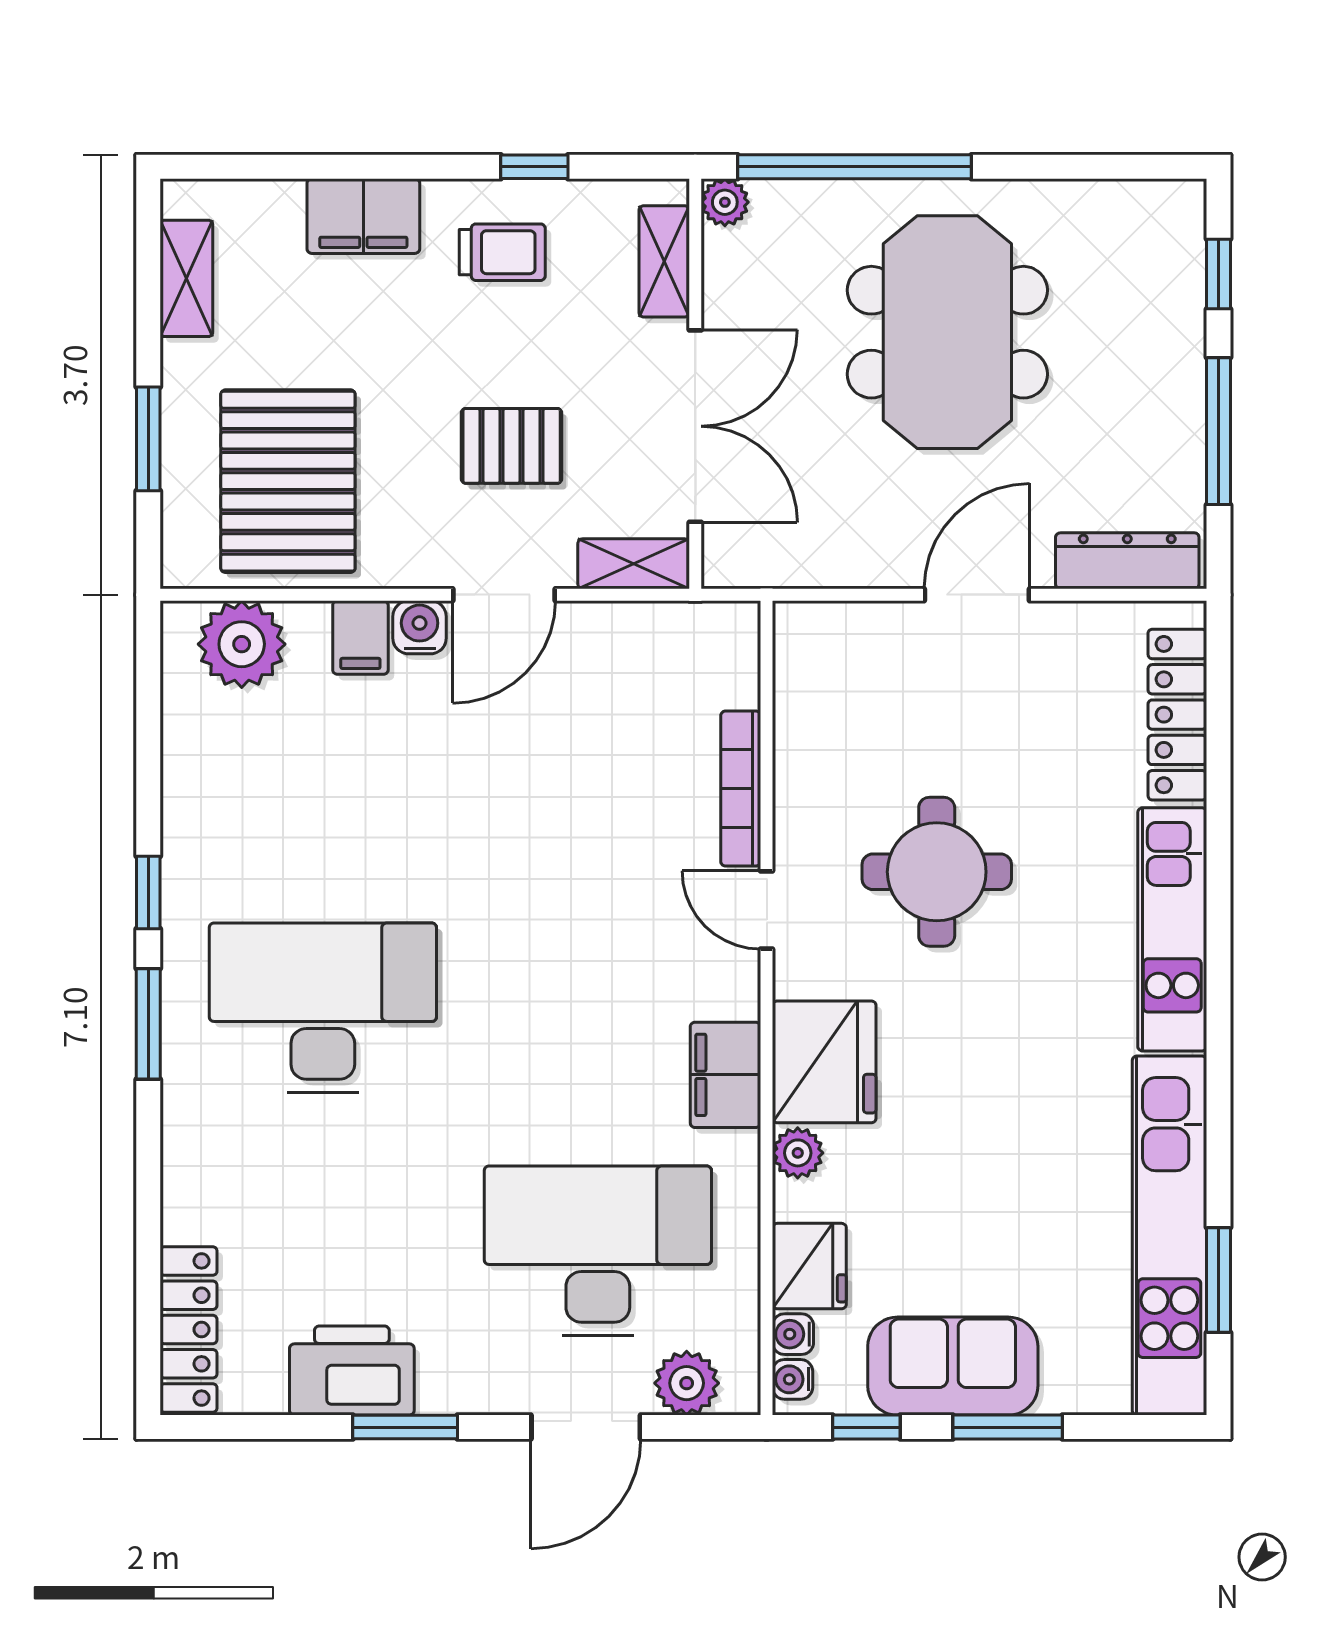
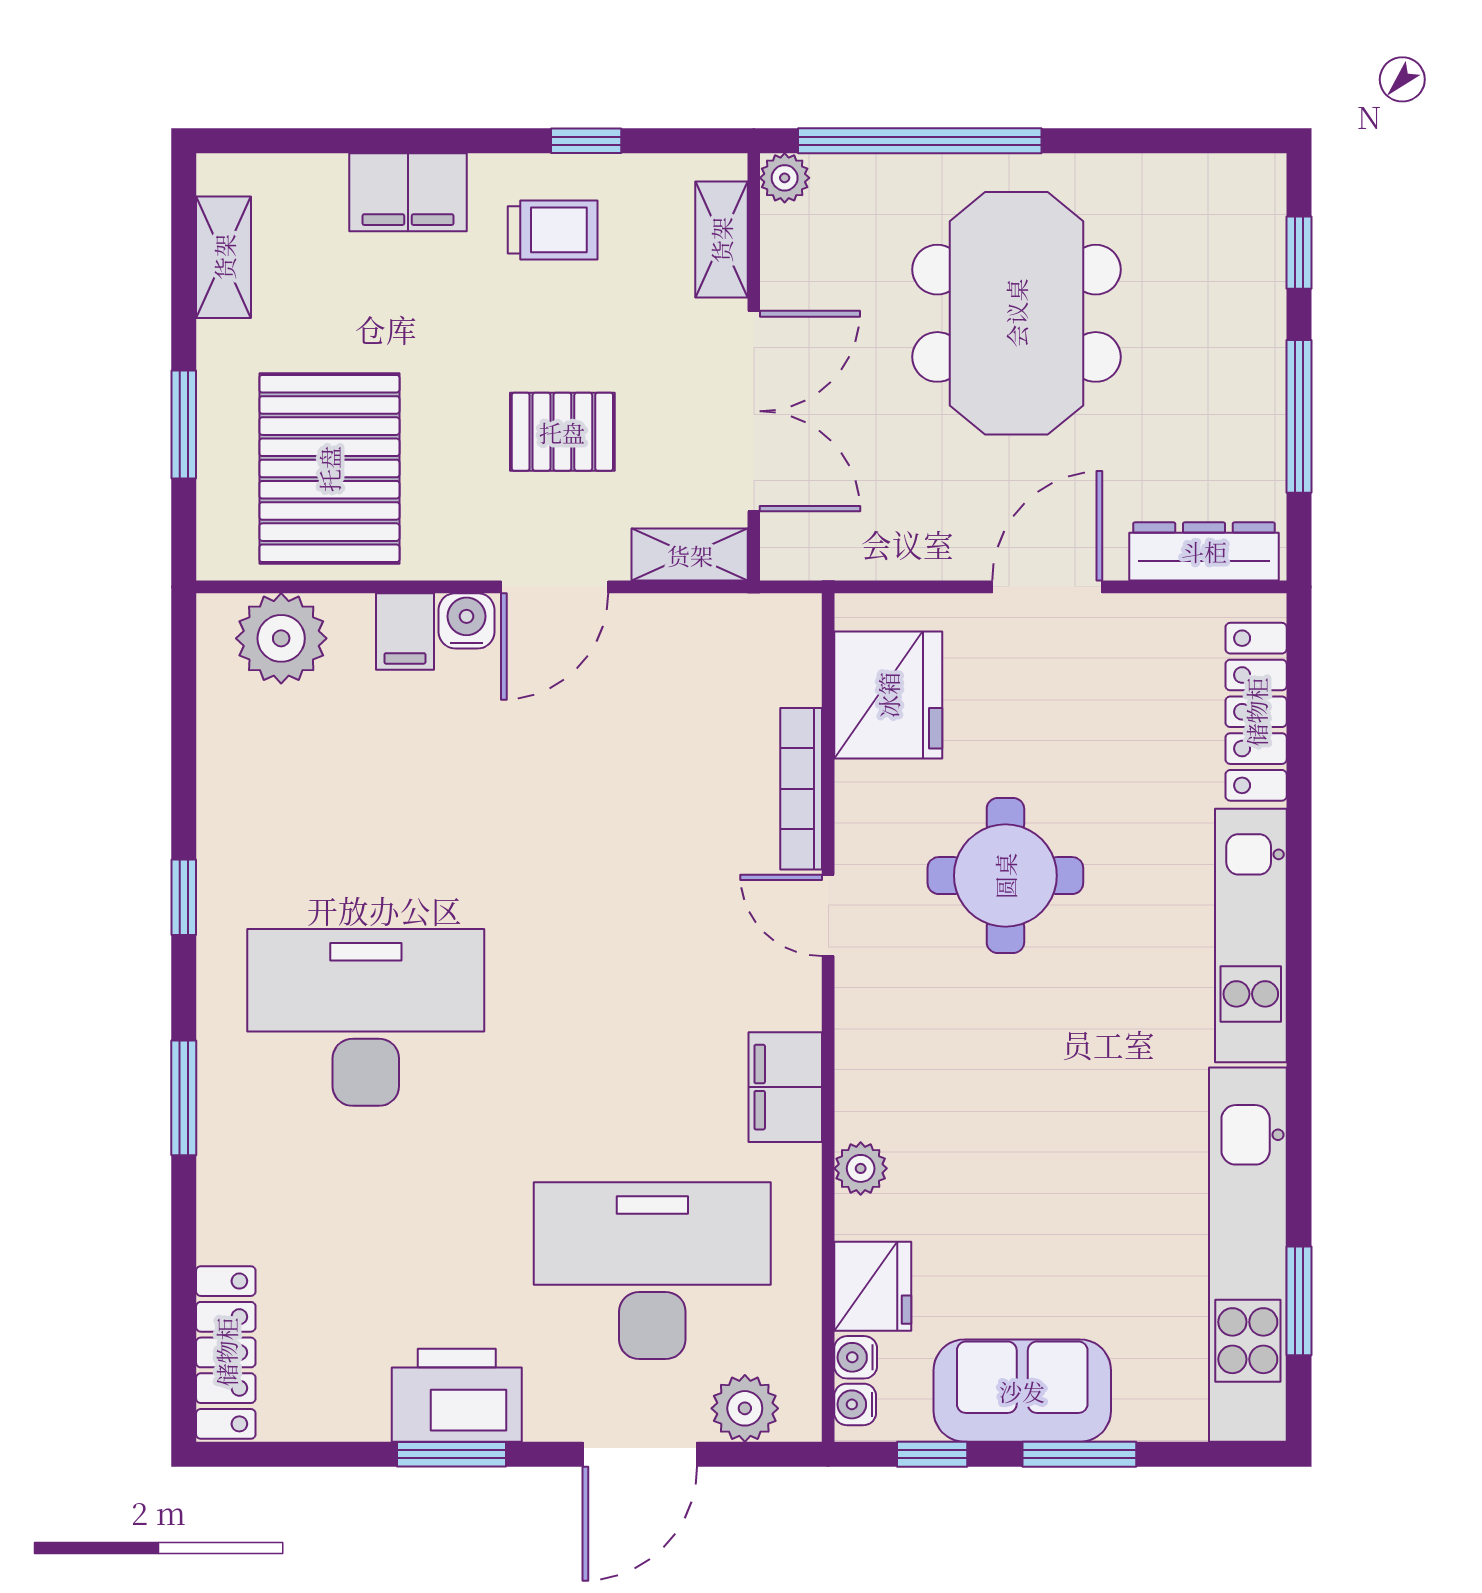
window: (148, 1024) -> (184, 1098), moved
fridge: (824, 1062) -> (888, 695), moved
printer: (352, 1371) -> (457, 1395), moved

